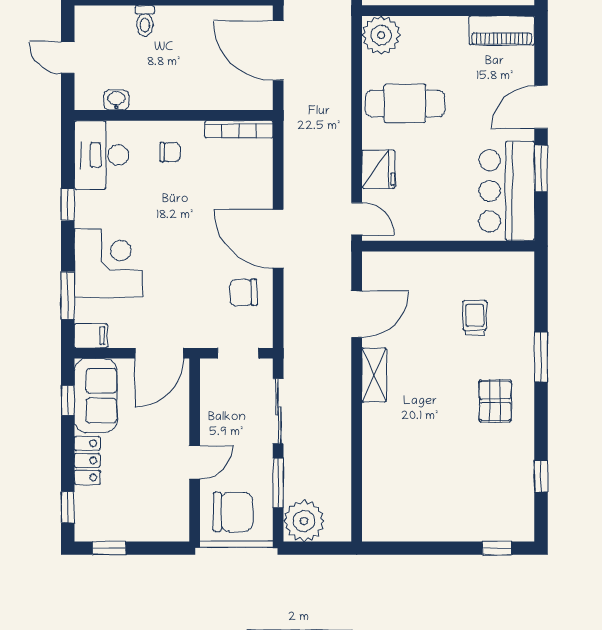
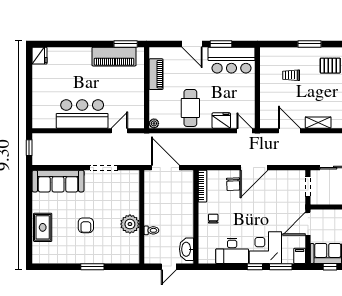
piano: (502, 31) -> (156, 74), moved
plant: (381, 35) -> (154, 123), width x0.53, depth x0.53
door: (278, 51) -> (165, 168), swing flipped
washbasin: (116, 100) -> (187, 249), width x1.91, depth x1.45
desk: (101, 155) -> (232, 251), moved
window: (68, 204) -> (255, 267), moved
door: (357, 219) -> (245, 131), hinge flipped
chair: (243, 293) -> (233, 184), moved
door: (159, 353) -> (308, 224), swing flipped

